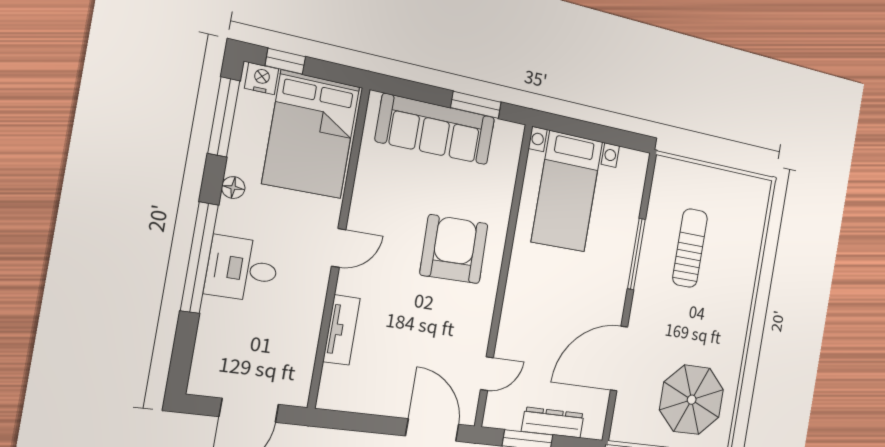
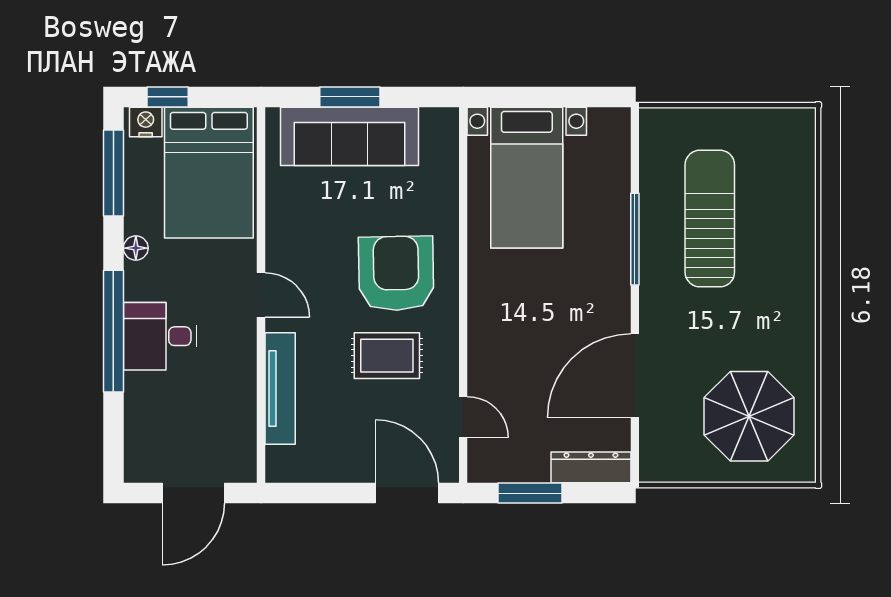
window: (476, 105) -> (350, 97), moved
door: (339, 248) -> (261, 295), hinge flipped
sun lounger: (690, 248) -> (710, 219), width x1.36, depth x1.34
rug: (435, 315) -> (387, 356), added
tv unit: (342, 330) -> (280, 389), width x1.41
door: (487, 374) -> (463, 417), hinge flipped
dresser: (553, 422) -> (591, 467), moved

